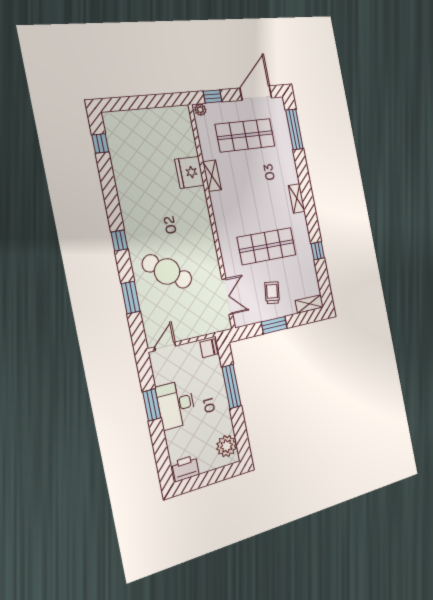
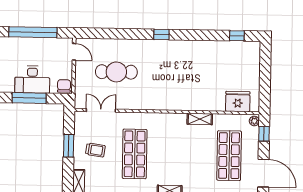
fridge: (190, 172) -> (238, 101), moved
cafe table: (167, 271) -> (116, 72), moved, turned 54
window: (131, 297) -> (117, 34), removed
double door: (227, 297) -> (101, 110), swing flipped
desk: (176, 404) -> (32, 80), moved, turned 180
window: (152, 405) -> (33, 32), width x2.11

